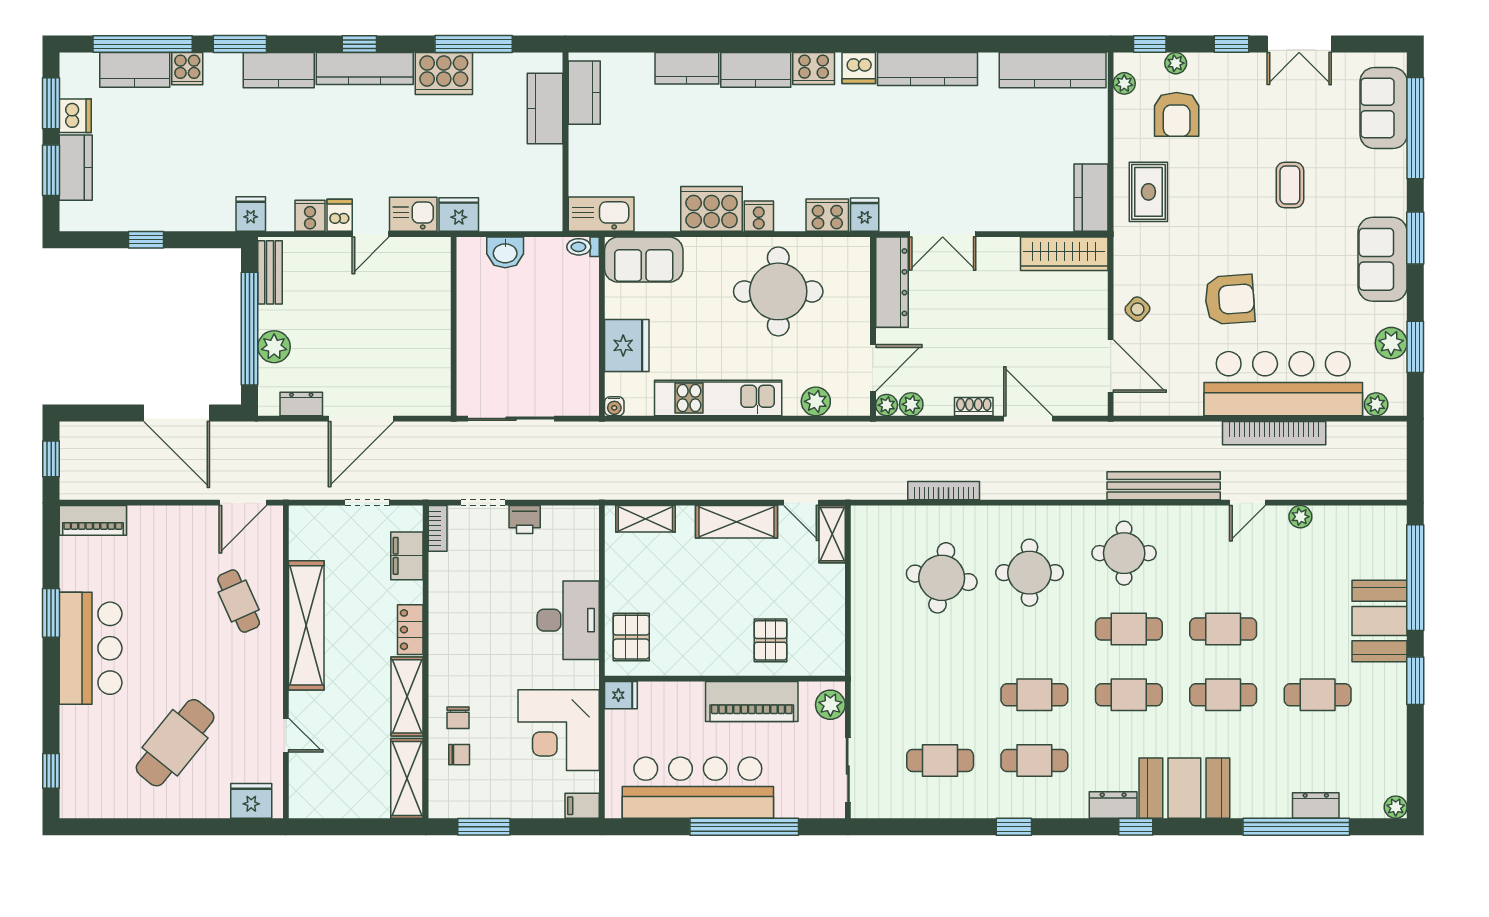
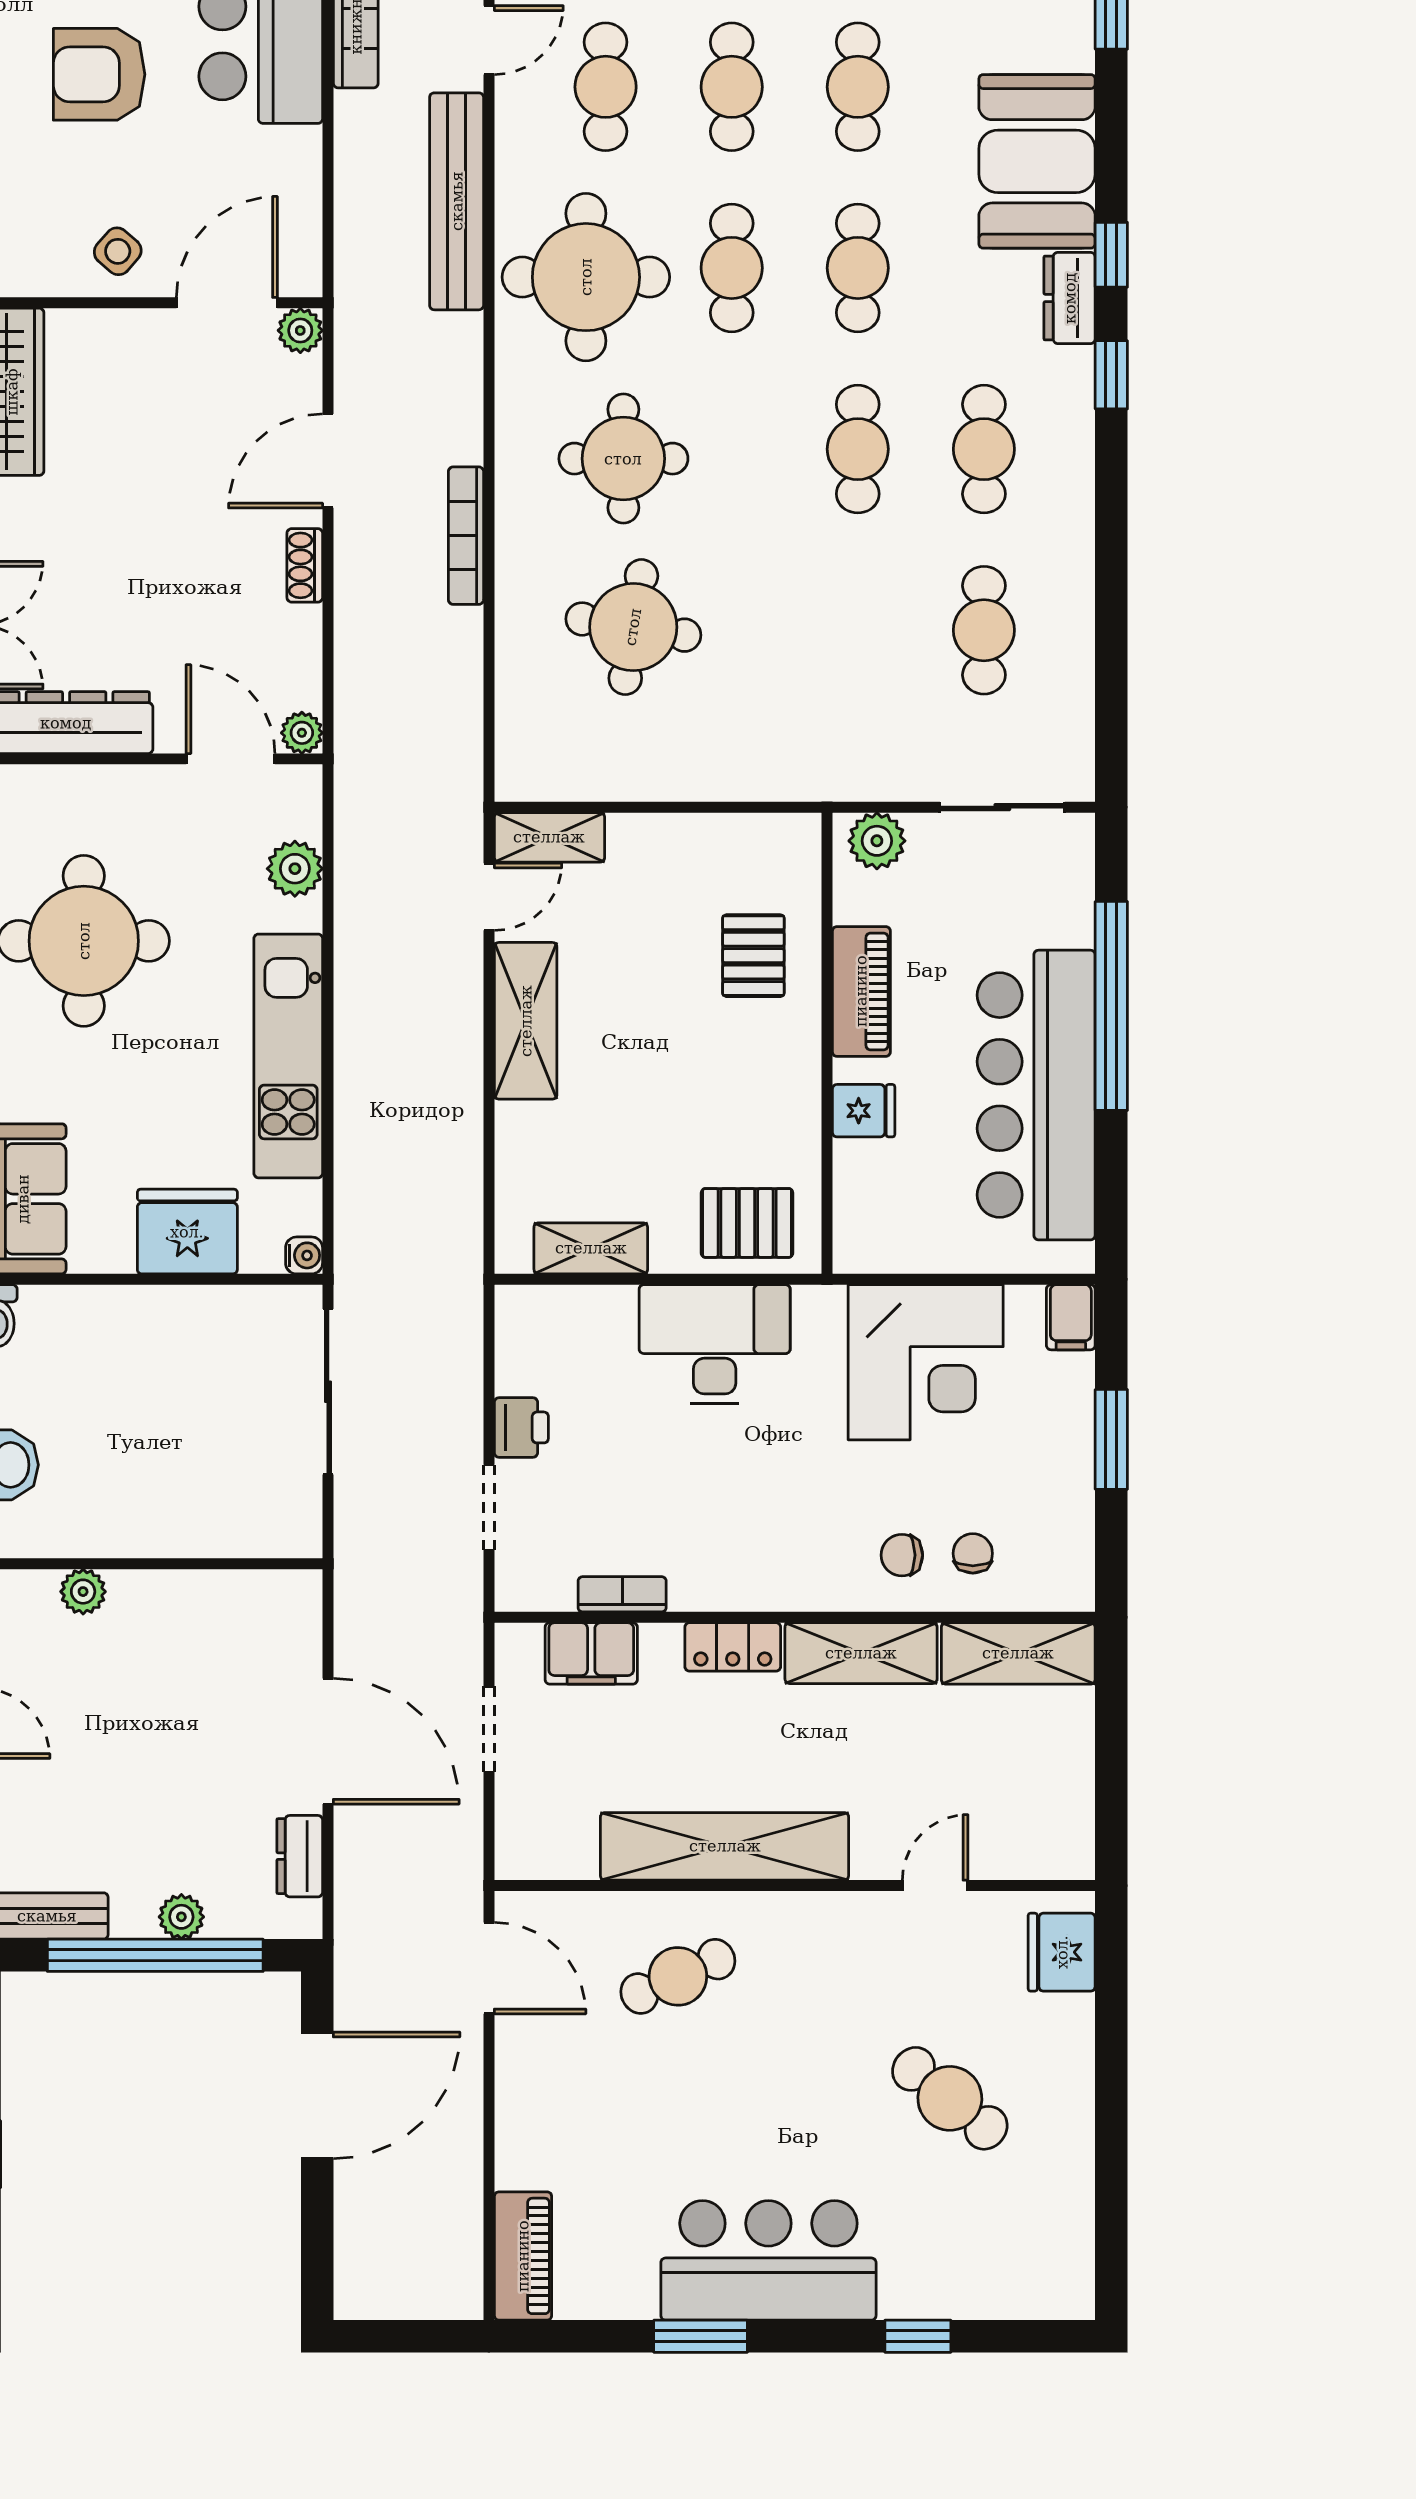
plant: (439, 291) -> (83, 1592), added
armchair: (1230, 299) -> (99, 74), turned -86
plant: (274, 347) -> (181, 1917), width x0.73, depth x0.73
plant: (911, 404) -> (300, 330), moved
sliding door: (511, 419) -> (328, 1392), moved
window: (51, 459) -> (405, 2336), removed
bookcase: (944, 491) -> (466, 536), moved
door: (1247, 503) -> (489, 40), hinge flipped
shelving: (645, 519) -> (591, 1248), moved, turned 90
bookcase: (438, 528) -> (622, 1594), moved
round table: (1124, 553) -> (586, 277), width x1.36, depth x1.36
cafe table: (1223, 563) -> (606, 87), added
pallet: (770, 640) -> (753, 956), turned 90
fridge: (621, 695) -> (864, 1111), moved, turned 90
piano: (752, 702) -> (861, 991), width x0.73, depth x0.75
chair: (458, 718) -> (902, 1555), turned 180
cafe table: (175, 743) -> (950, 2098), width x0.73, depth x0.74
window: (51, 771) -> (918, 2336), moved
window: (484, 827) -> (1111, 1439), moved
window: (1014, 827) -> (1111, 375), moved

